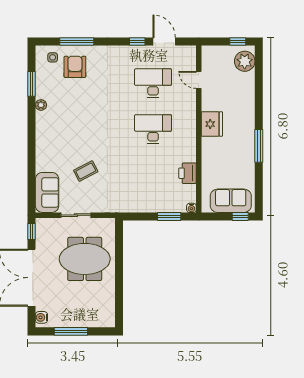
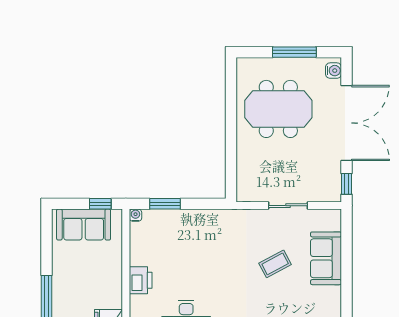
printer: (188, 173) -> (141, 280), moved
sofa: (47, 192) -> (326, 258), moved
window: (240, 216) -> (100, 204), moved
meeting table: (85, 259) -> (278, 109), moved

